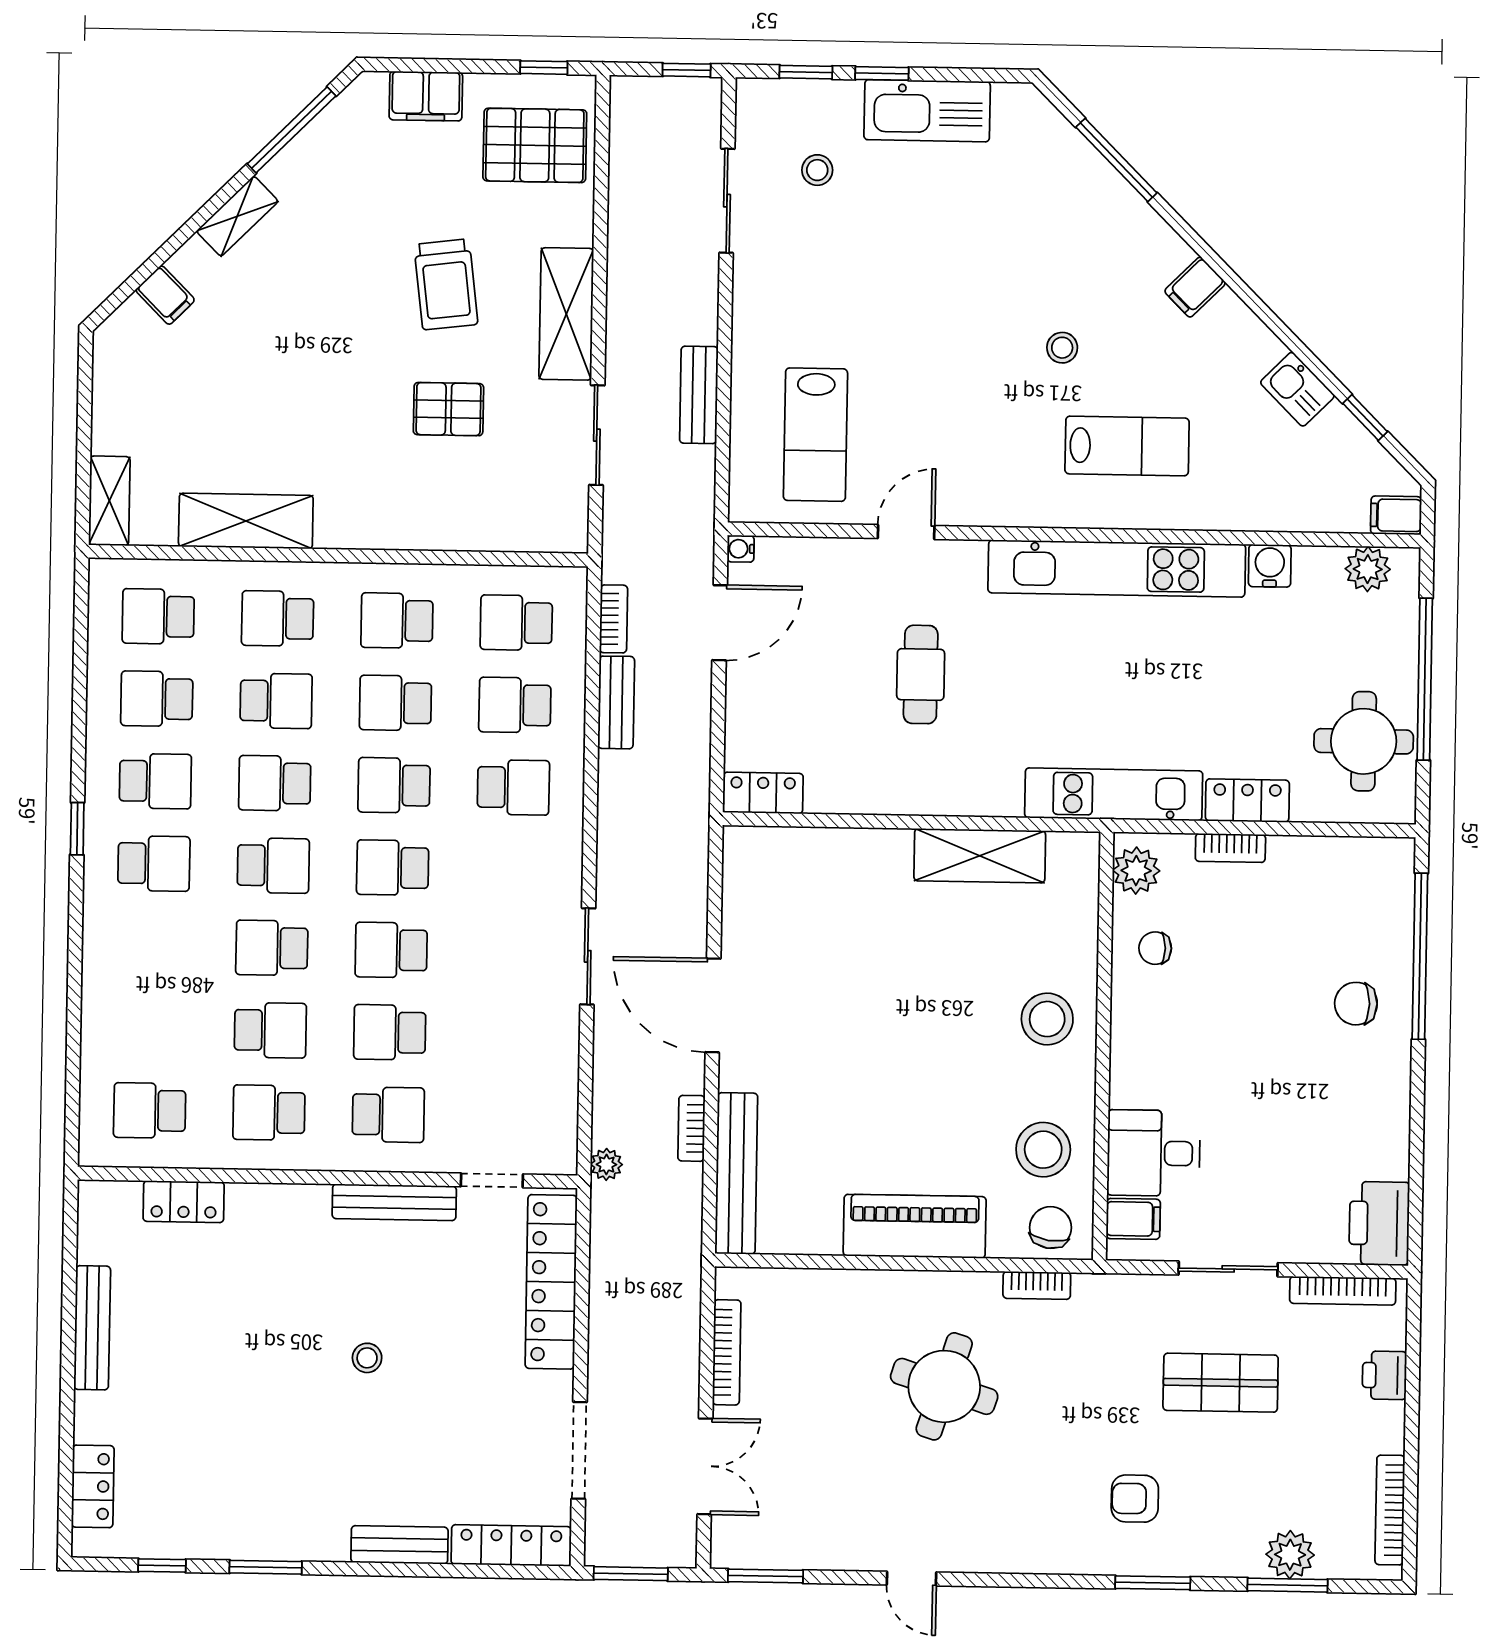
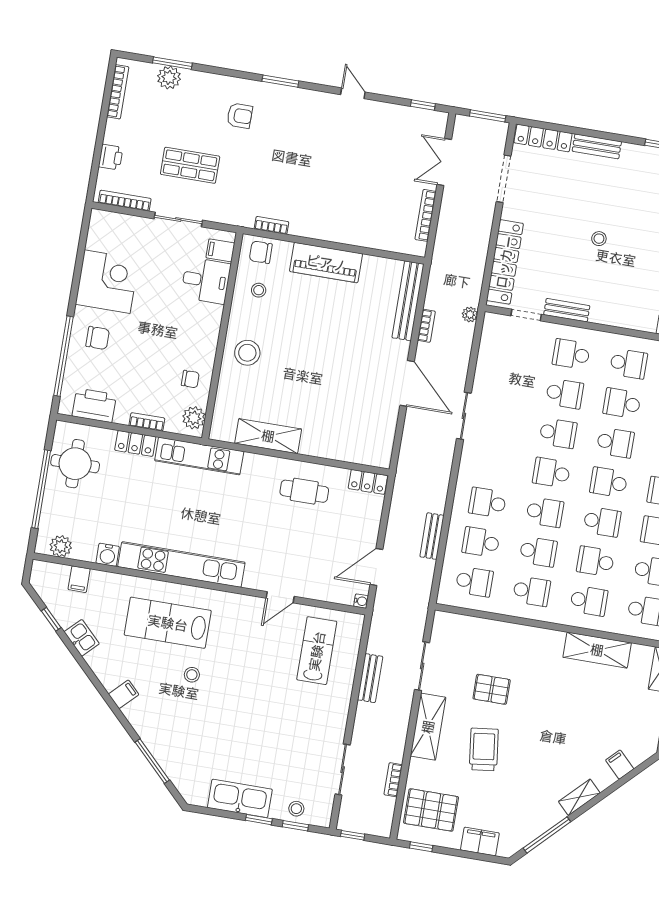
stool: (817, 170) -> (296, 809), moved
lab bench: (1127, 446) -> (168, 623), width x1.36, depth x1.39
filing cabinet: (1396, 515) -> (79, 579), moved, turned 90
bookcase: (613, 619) -> (393, 780), moved
cafe table: (921, 674) -> (304, 491), moved, turned 90
school desk: (515, 705) -> (481, 542), turned 180
school desk: (393, 868) -> (551, 473), turned 180
corner desk: (1354, 1121) -> (107, 282), added
stool: (1043, 1150) -> (259, 290), width x0.53, depth x0.53
bench: (394, 1202) -> (567, 310), width x0.73
printer: (1379, 1223) -> (94, 405), moved, turned -90
chair: (1050, 1228) -> (261, 252), turned 82
round table: (944, 1386) -> (323, 183), removed
window: (766, 1576) -> (423, 105), width x0.67
window: (1153, 1583) -> (280, 81), moved

